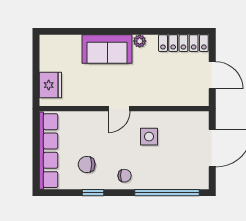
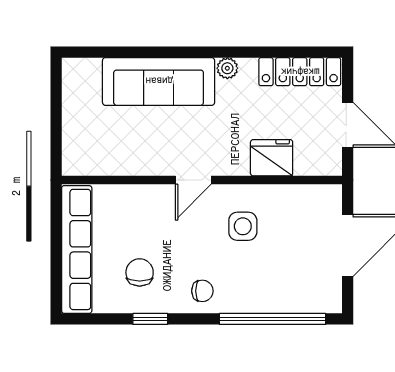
sofa: (107, 49) -> (159, 81), width x1.36
fridge: (50, 85) -> (272, 158), moved, turned -90
chair: (87, 164) -> (140, 272), turned 90

